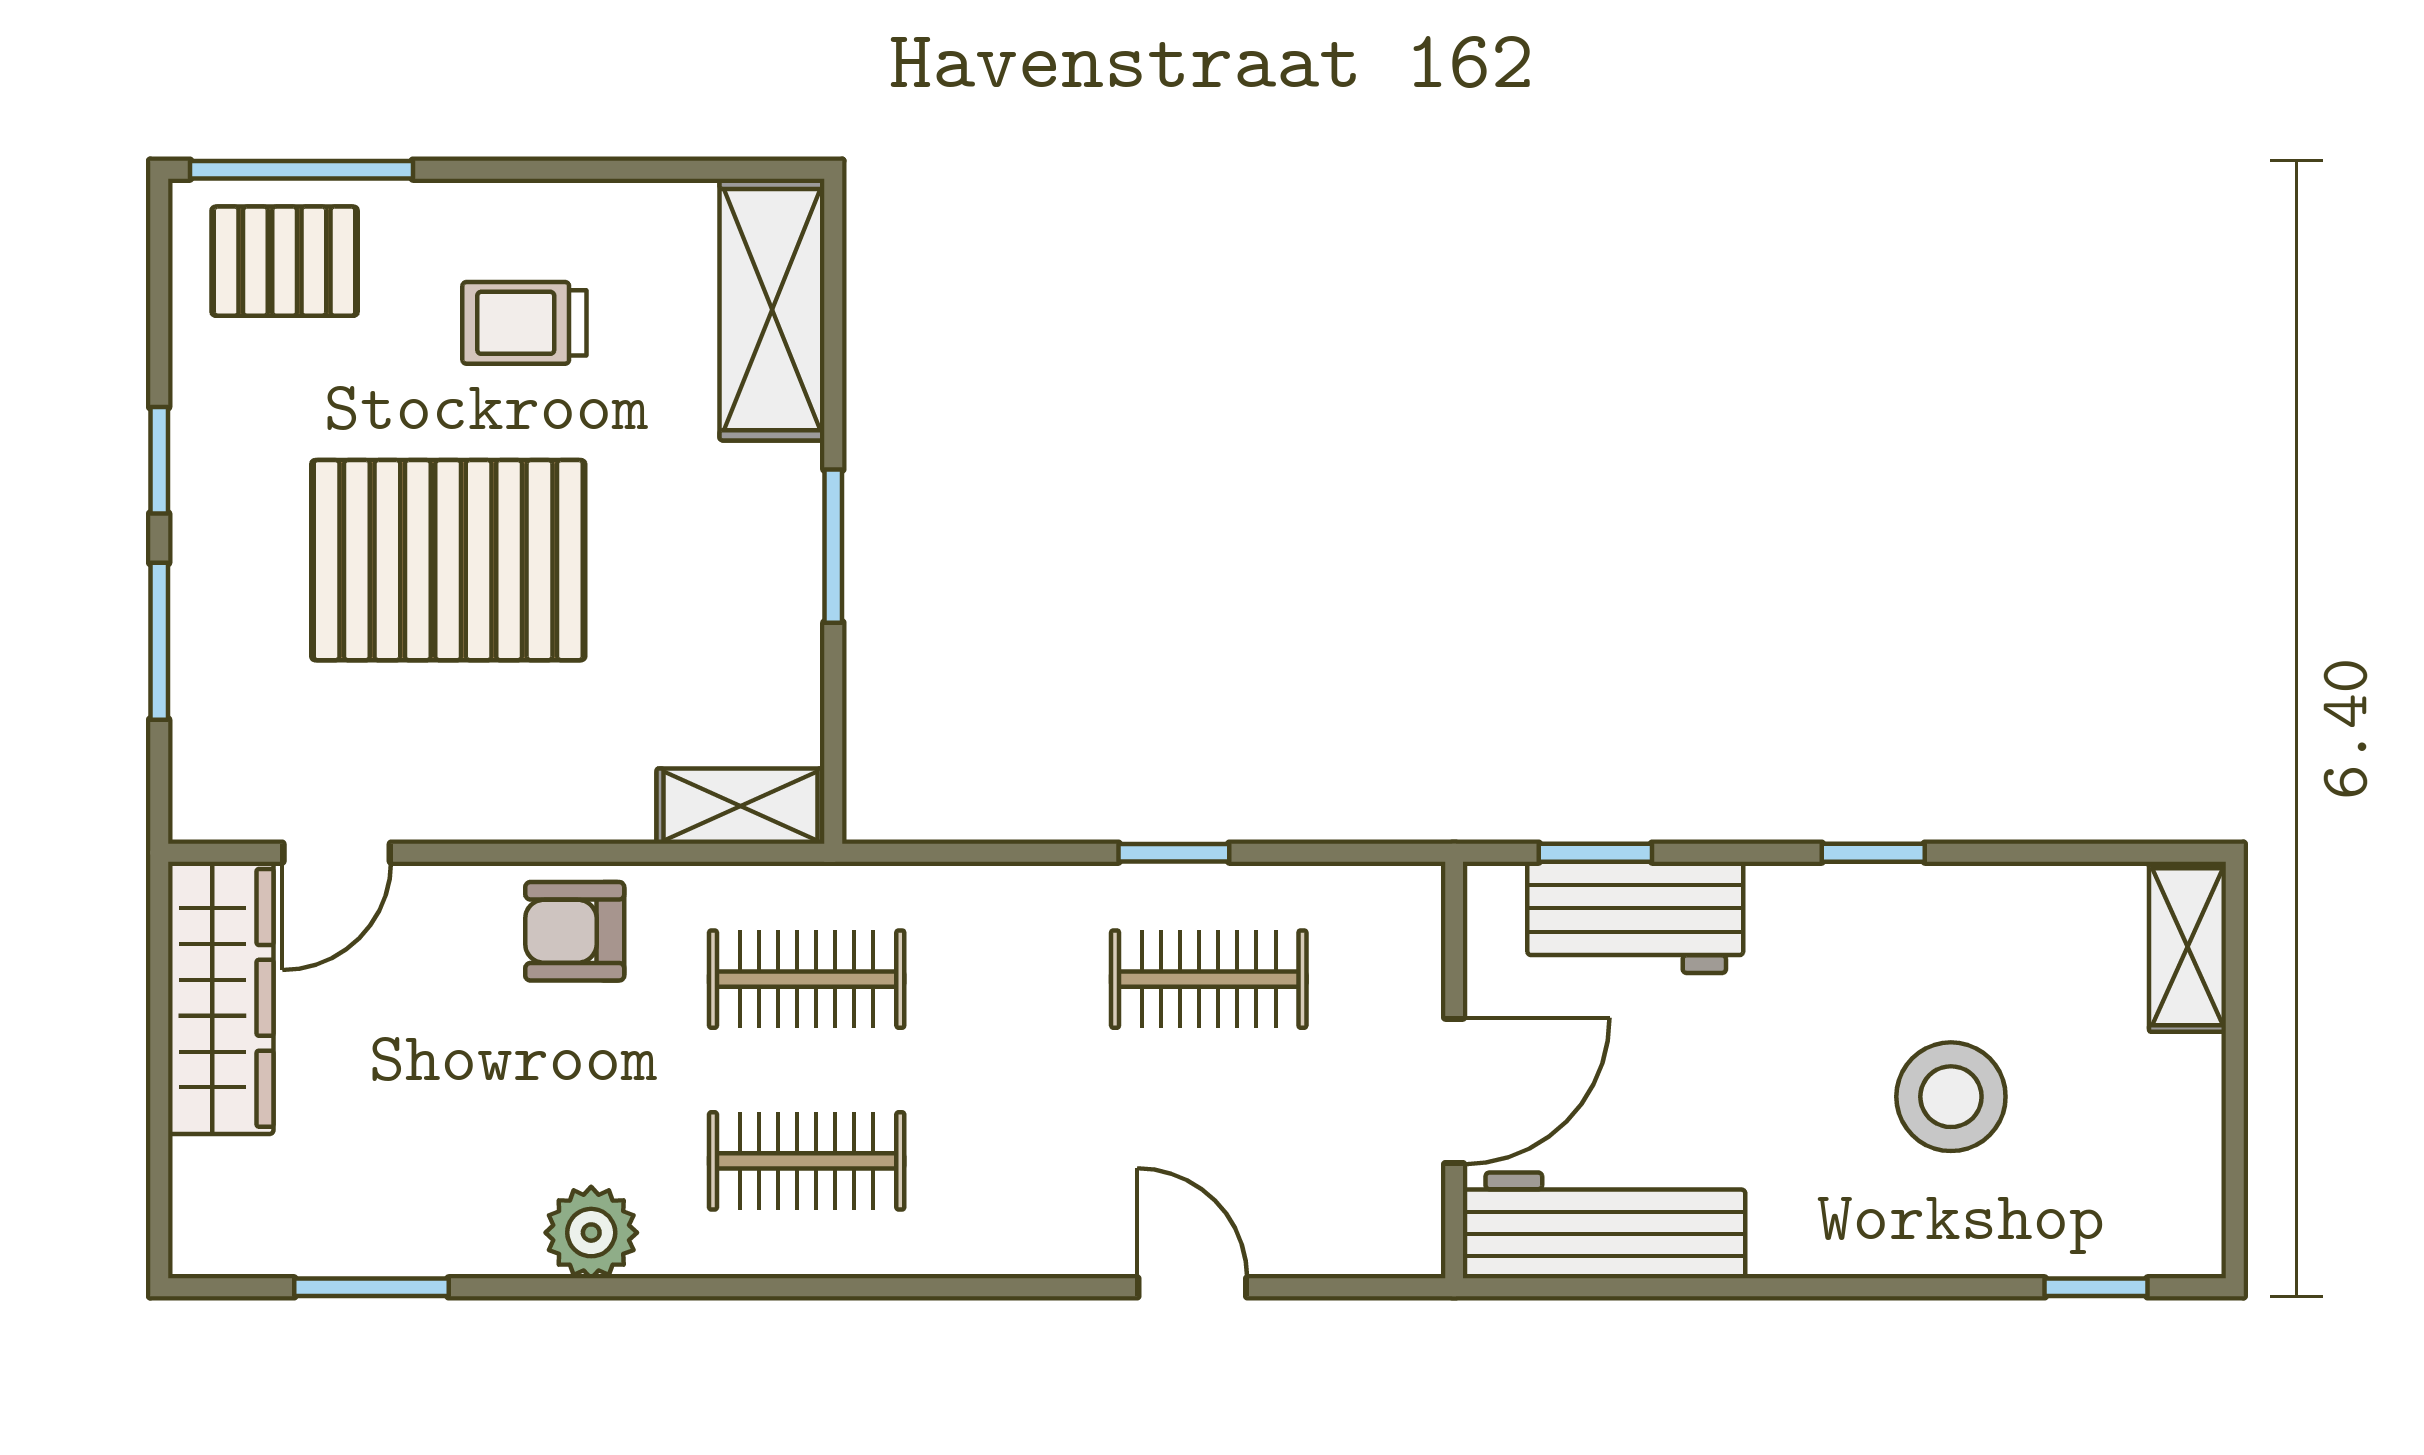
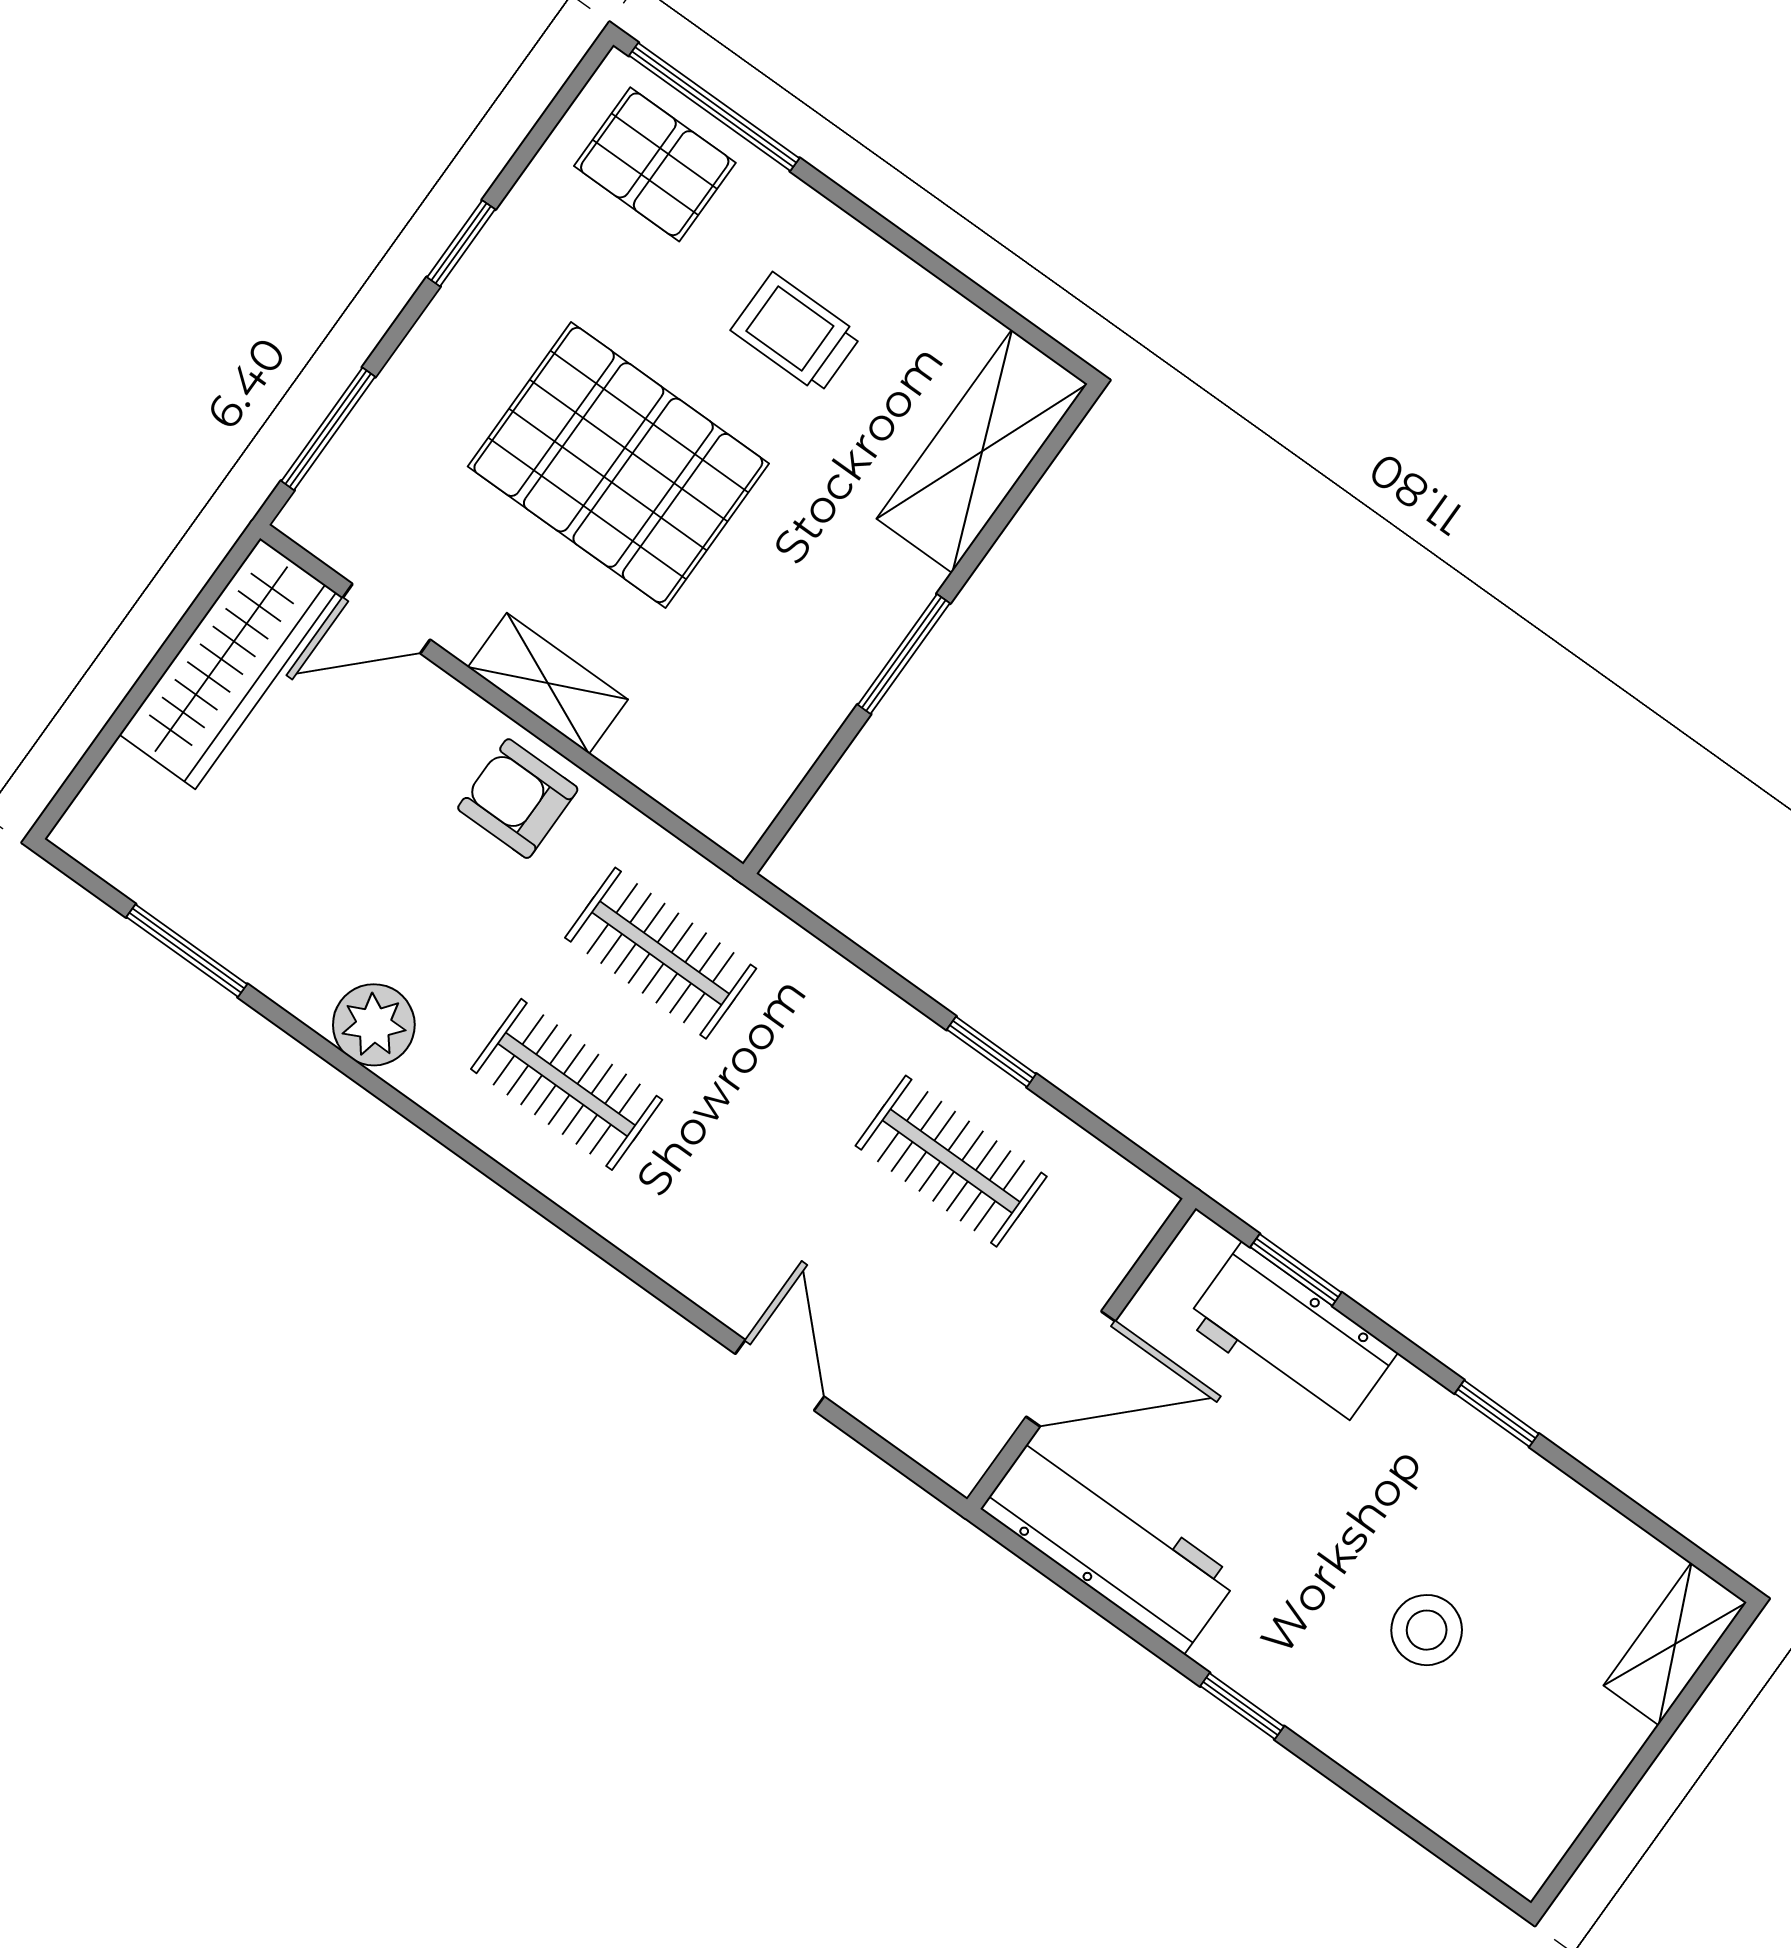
window: (159, 641) -> (328, 429), moved
shelving: (741, 806) -> (548, 683), moved
stool: (1951, 1097) -> (1427, 1630), width x0.73, depth x0.73
window: (2096, 1287) -> (1242, 1706), moved

